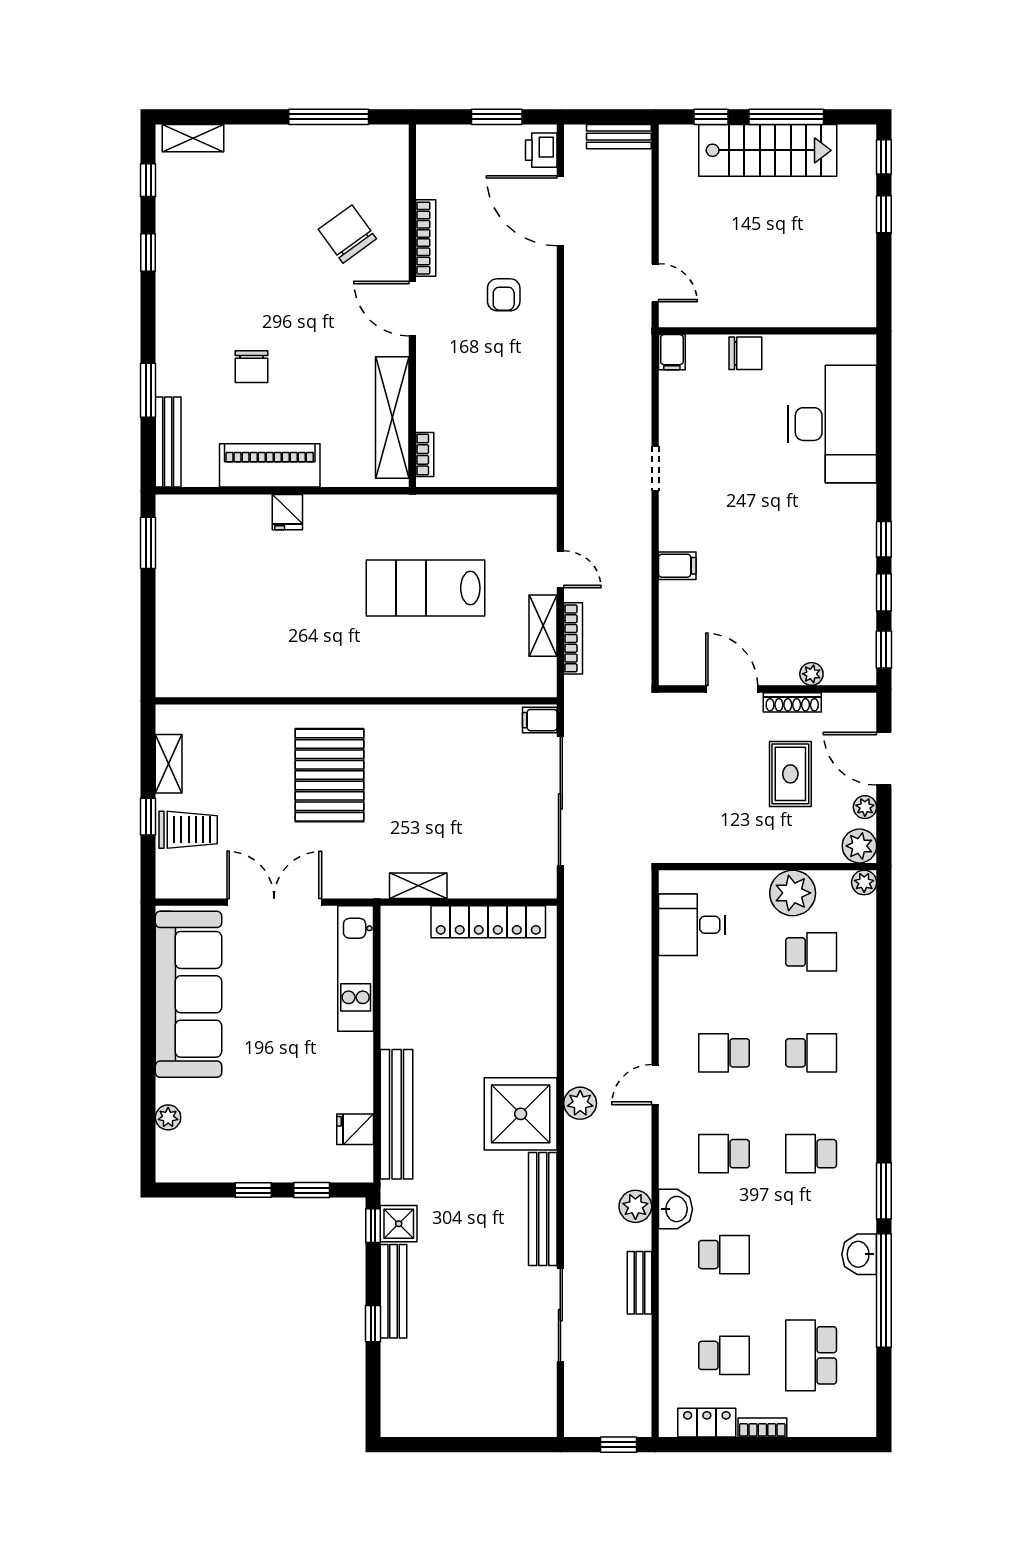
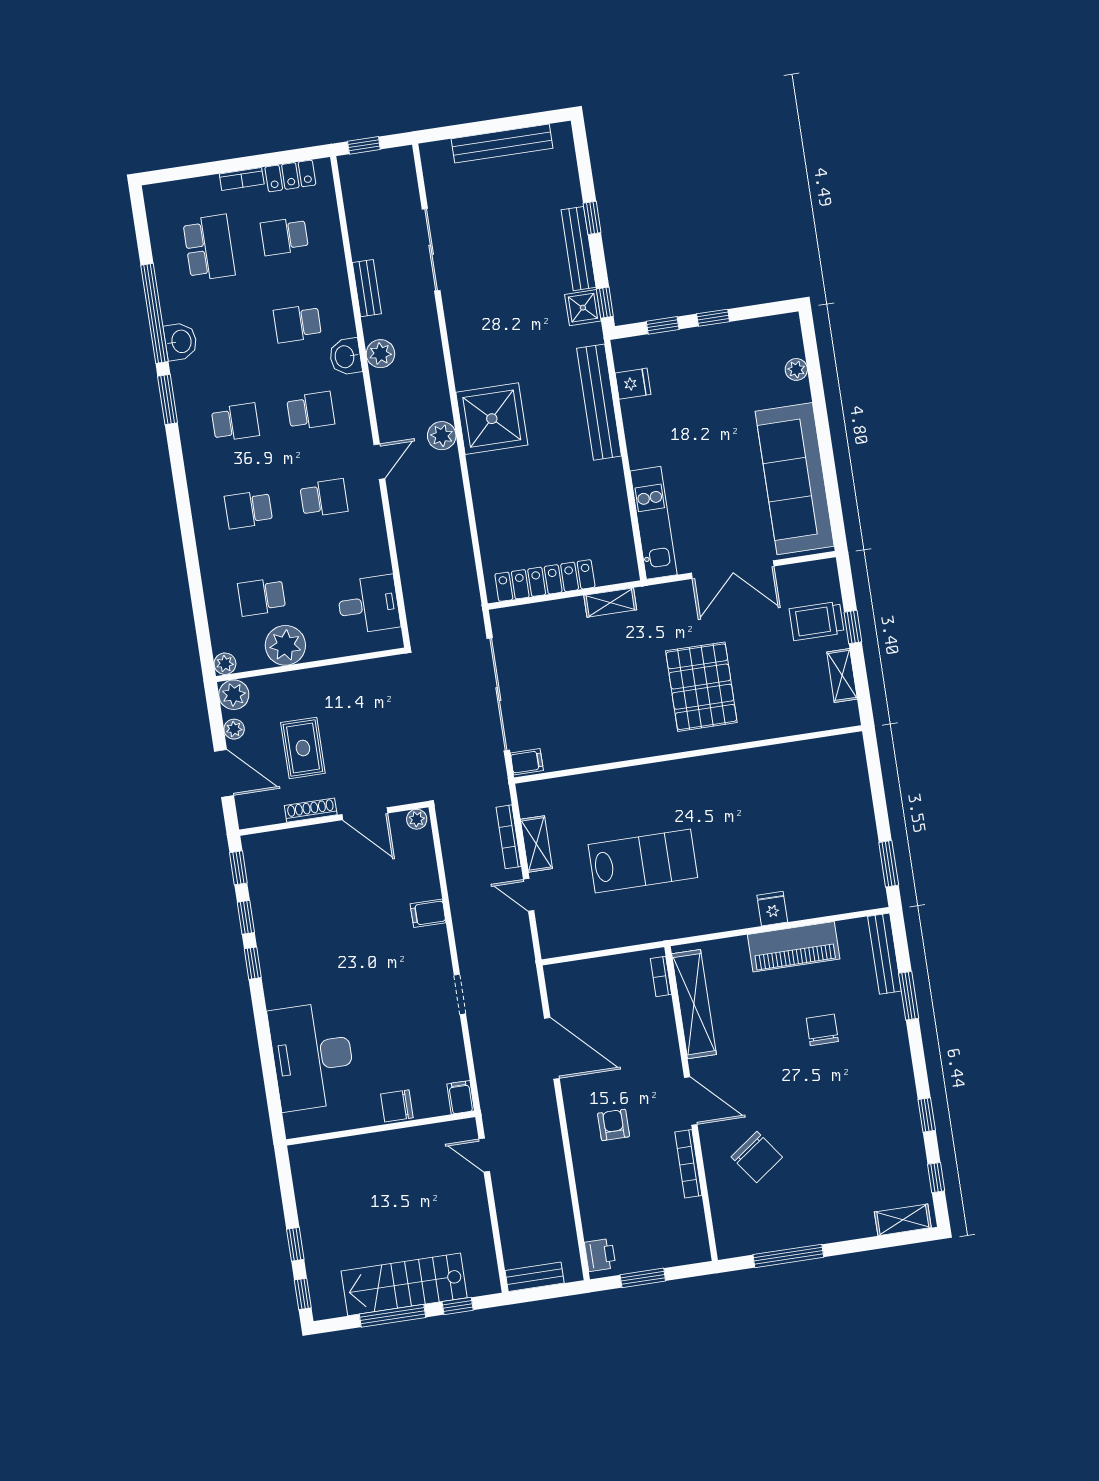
door: (560, 211) -> (552, 1048), moved
plant: (811, 674) -> (417, 819), moved
bench: (543, 1209) -> (502, 143), moved, turned 90

